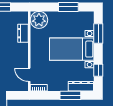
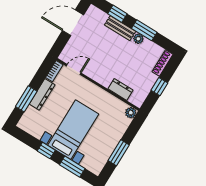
plant: (39, 20) -> (131, 113), width x0.53, depth x0.53
window: (98, 70) -> (46, 151), moved
dresser: (81, 86) -> (42, 94), moved

